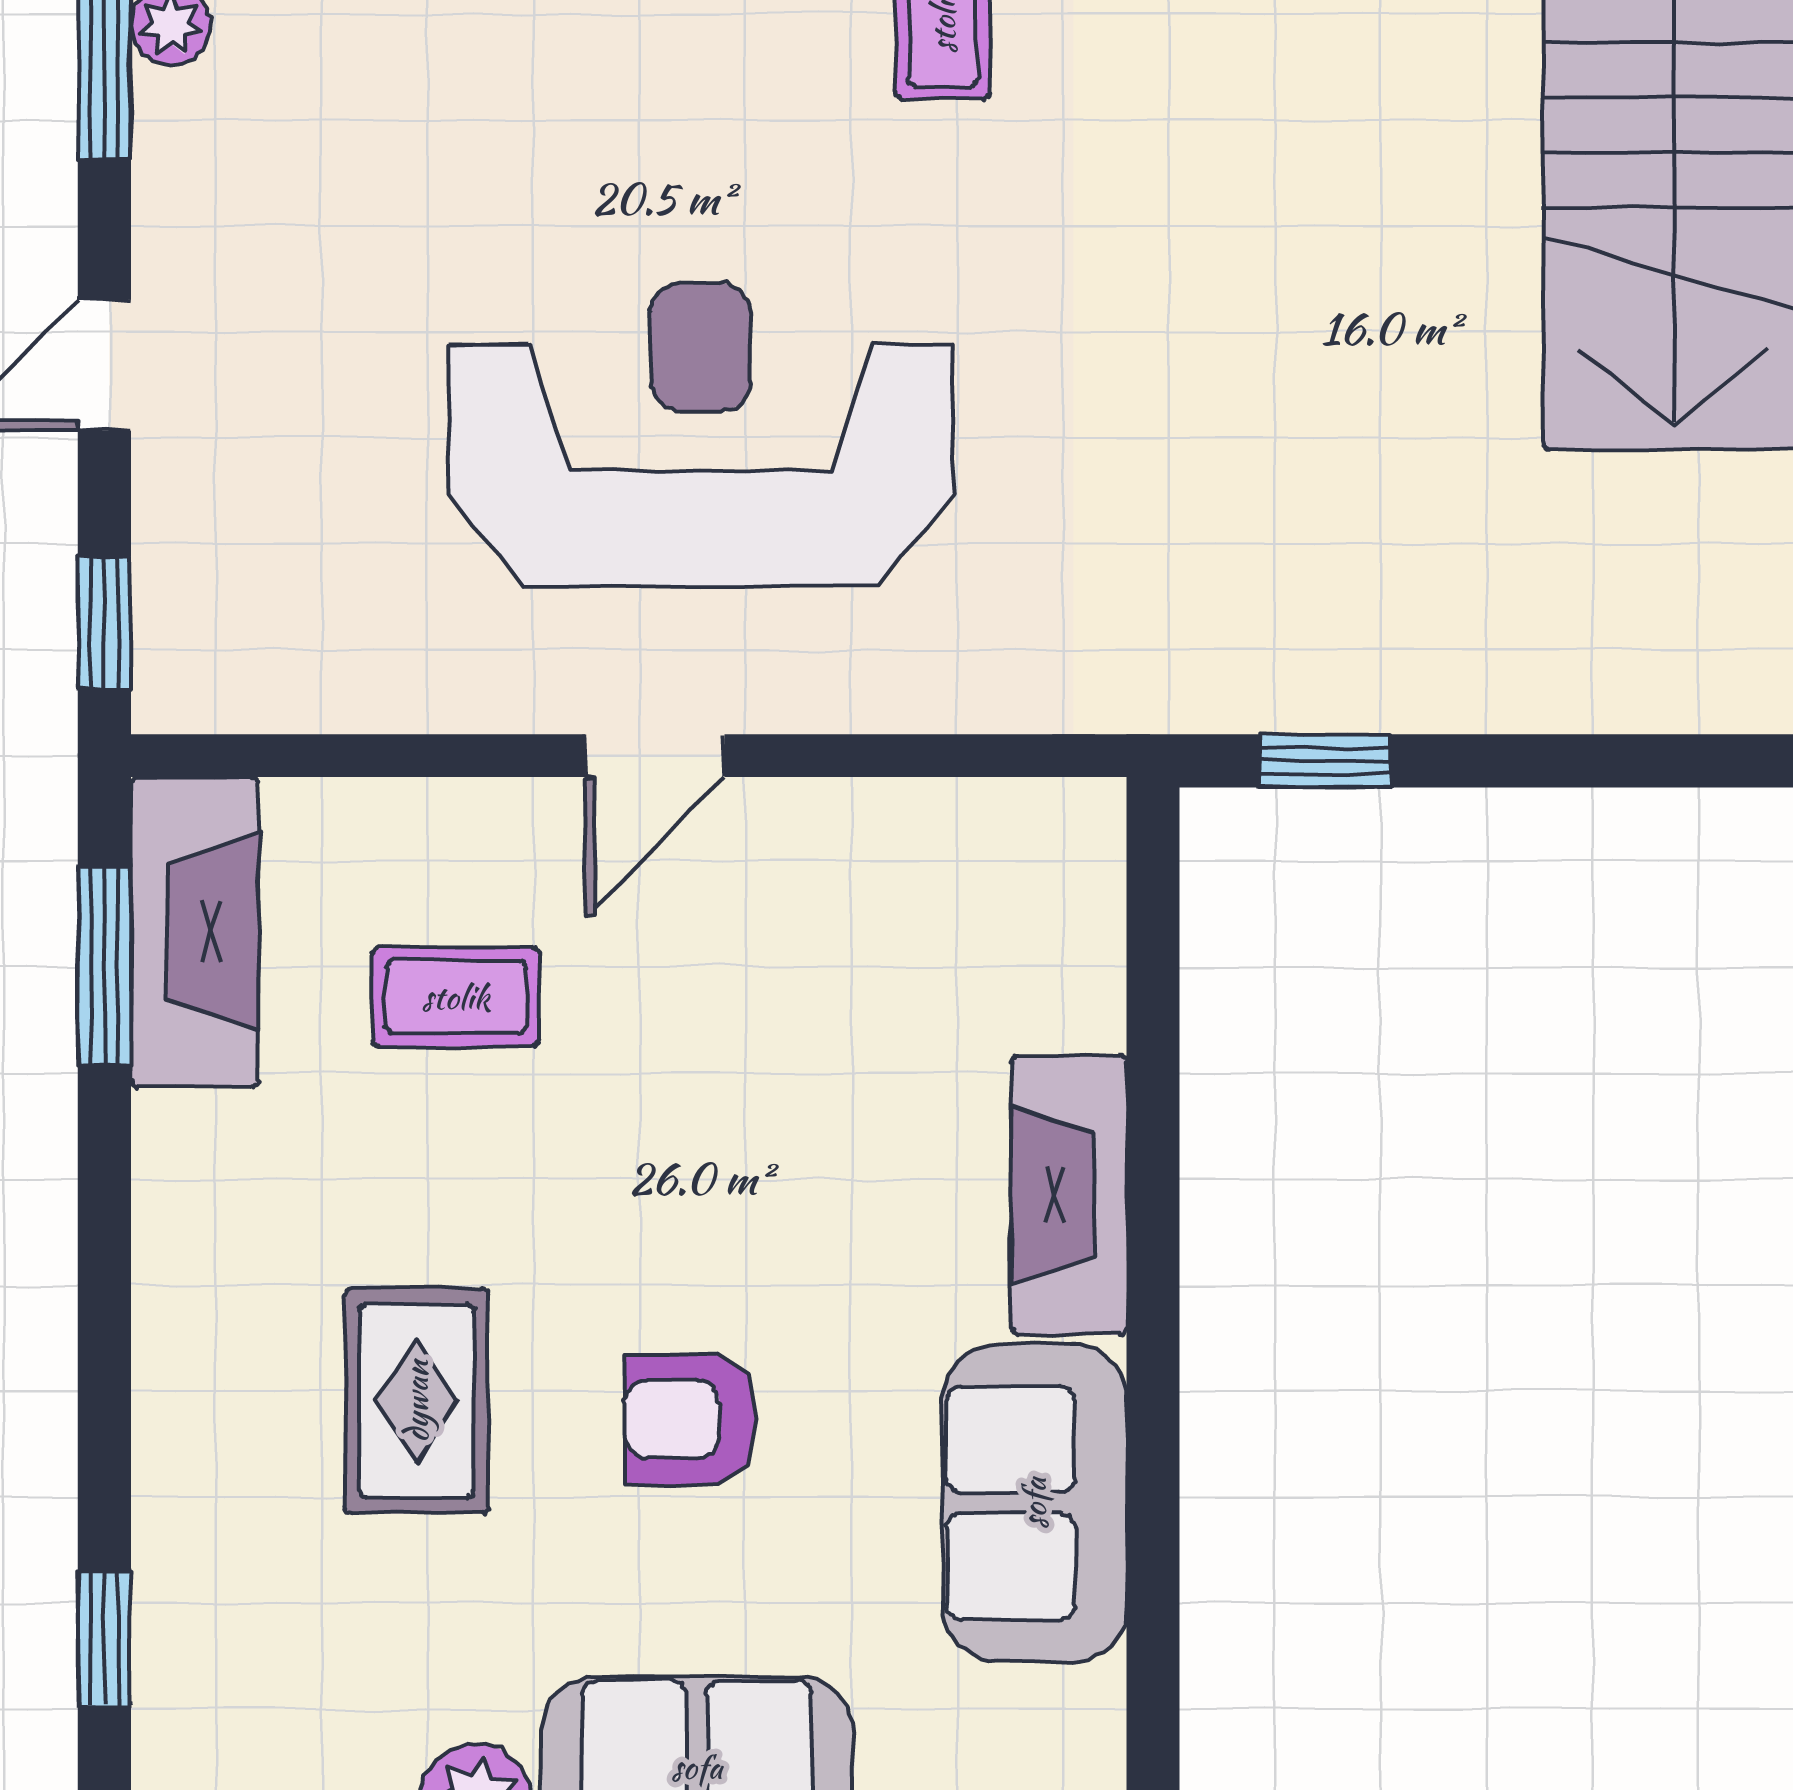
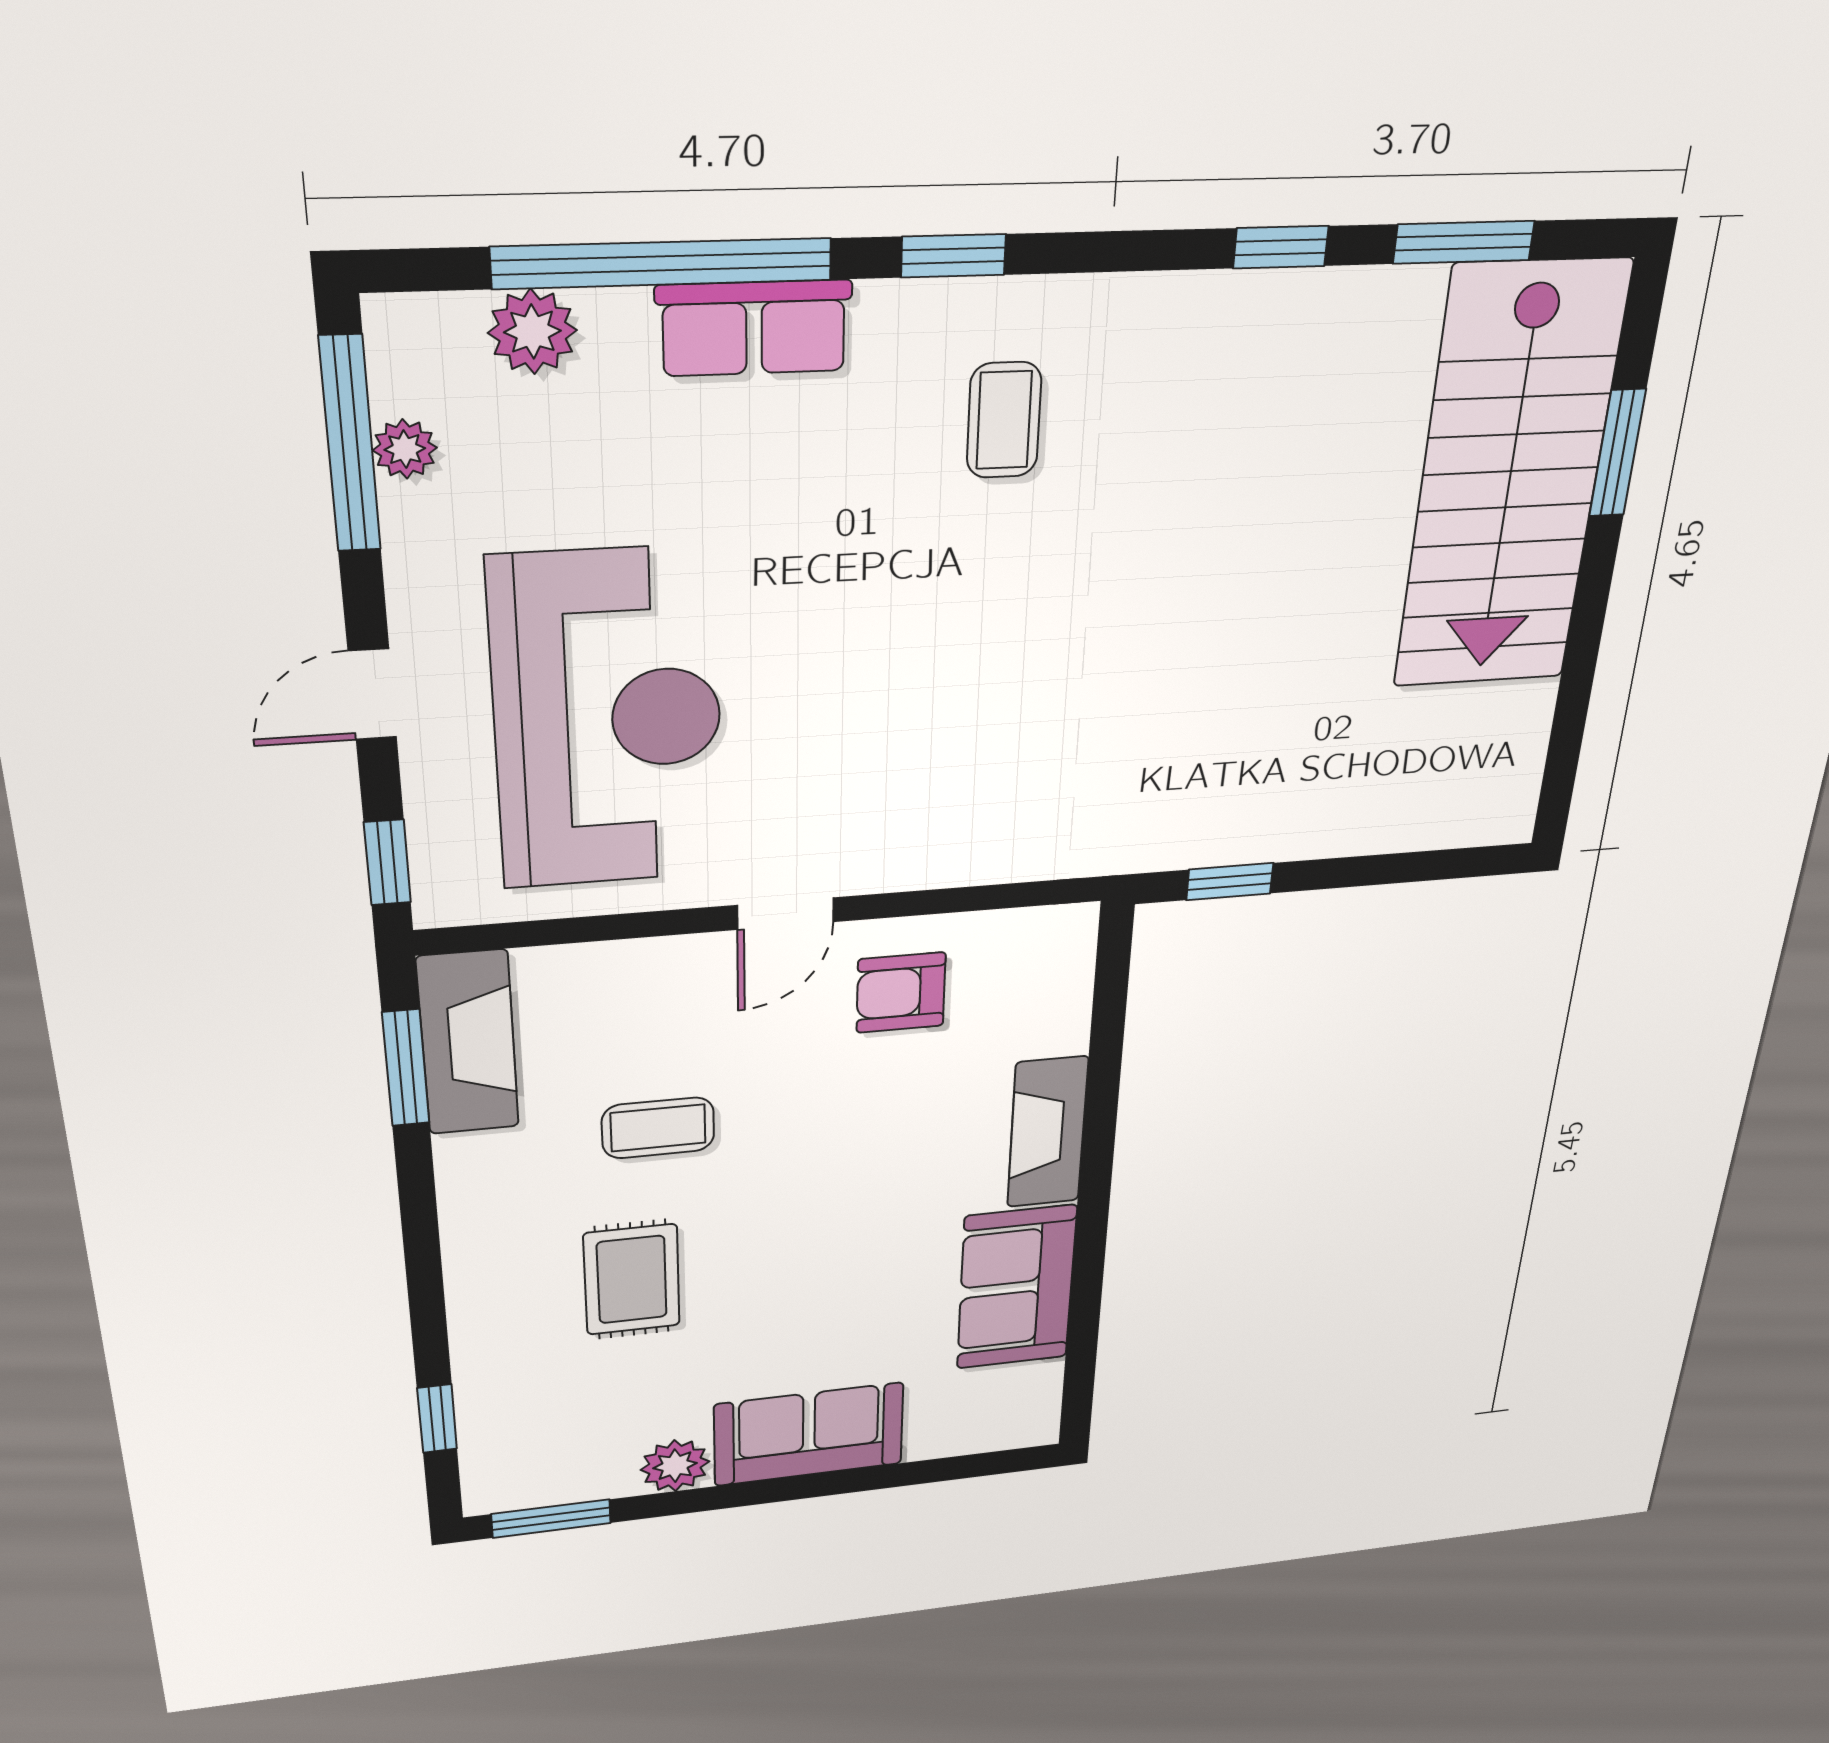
reception desk: (701, 435) -> (608, 720), moved, turned 90
coffee table: (456, 997) -> (658, 1128), moved
armchair: (691, 1419) -> (901, 993), moved

